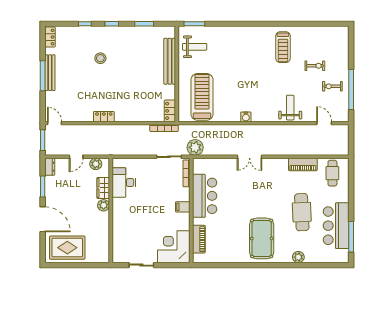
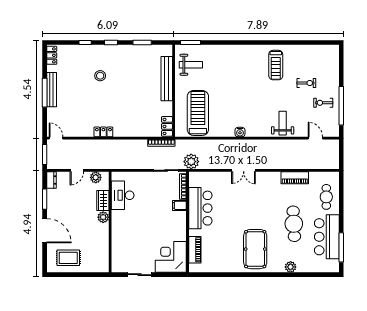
cafe table: (332, 173) -> (326, 197), moved
filing cabinet: (183, 207) -> (179, 205), moved
rug: (67, 248) -> (68, 258), width x0.73, depth x0.70

